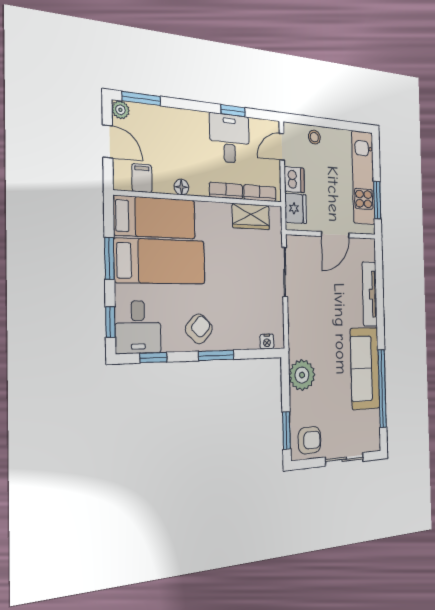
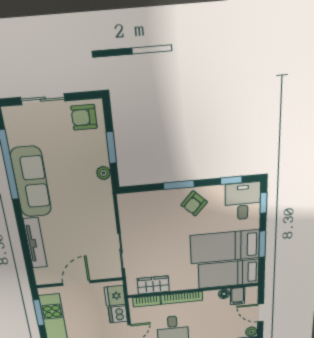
floor lamp: (181, 187) -> (224, 294), moved
bookcase: (226, 191) -> (182, 298), width x1.56
nightstand: (267, 342) -> (134, 198), removed
plant: (302, 375) -> (103, 173), width x0.53, depth x0.53
window: (286, 430) -> (111, 148), moved

